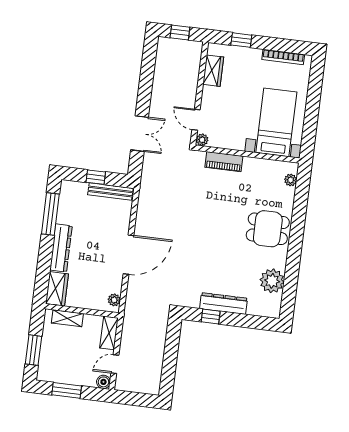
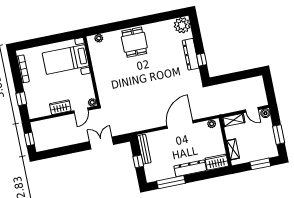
wardrobe: (213, 71) -> (60, 107), moved
piano: (224, 162) -> (101, 84), removed
door: (128, 255) -> (180, 124), hinge flipped
plant: (272, 281) -> (182, 25), moved

